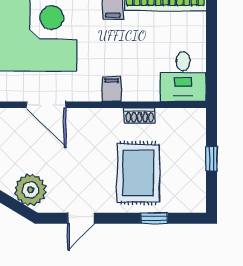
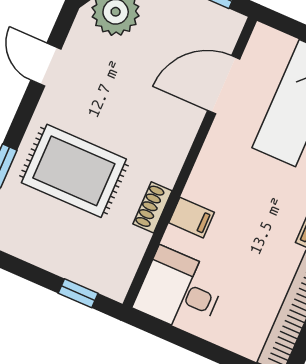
filing cabinet: (111, 89) -> (192, 218), moved
window: (211, 159) -> (78, 293), moved

